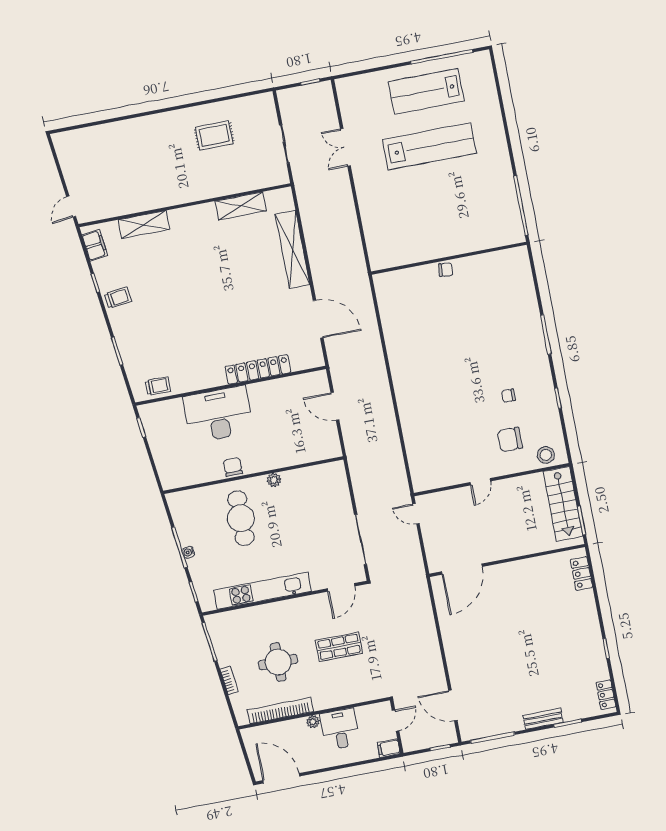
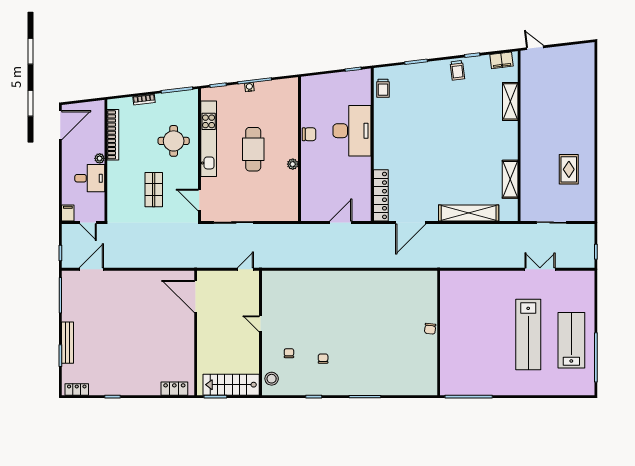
locker: (258, 369) -> (381, 195), moved
chair: (510, 439) -> (289, 353), width x0.54, depth x0.54
cafe table: (241, 518) -> (253, 149), moved, turned 90
round table: (278, 662) -> (174, 141), moved
bench: (543, 719) -> (68, 343), width x1.36

